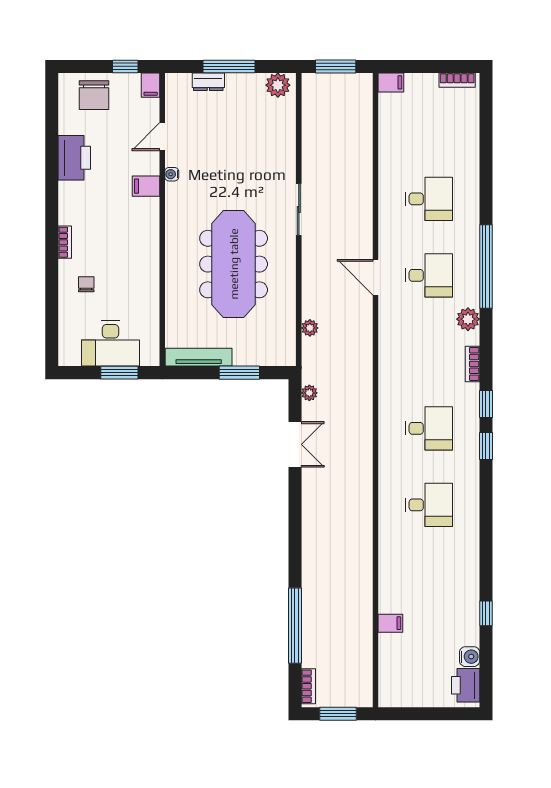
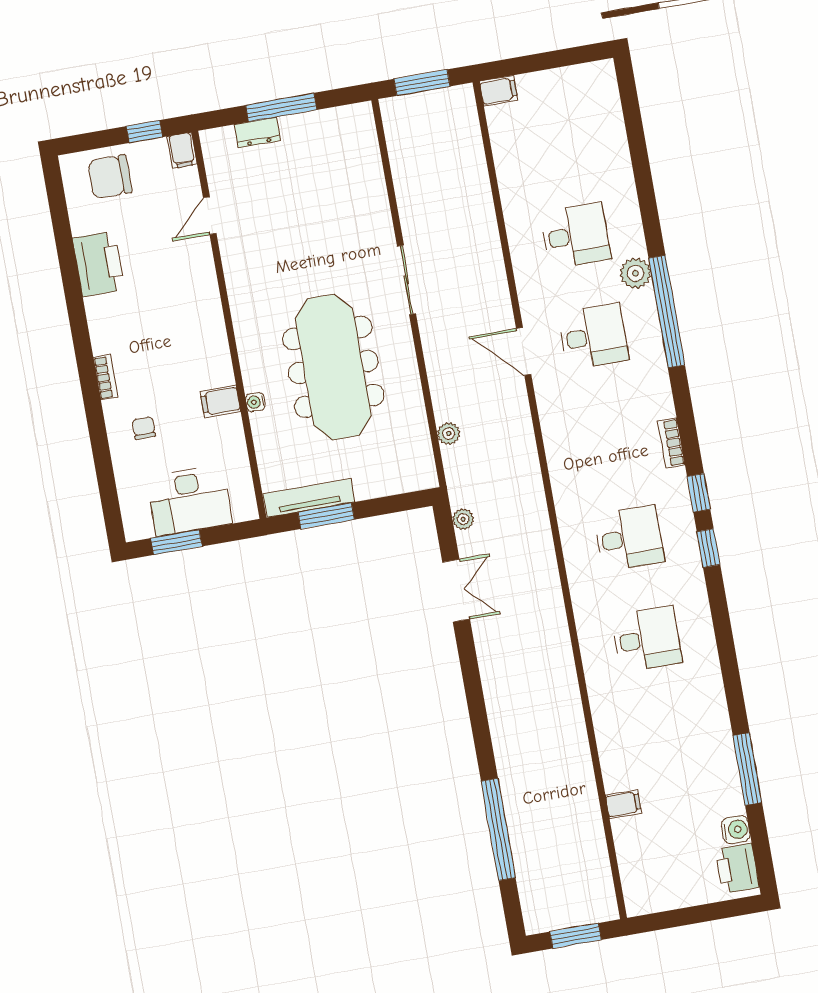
bookcase: (457, 80) -> (585, 72), removed
plant: (278, 85) -> (350, 121), removed
chair: (94, 95) -> (110, 177), turned 90
water cooler: (172, 174) -> (255, 402), moved
filing cabinet: (146, 186) -> (220, 401), moved
plant: (468, 319) -> (635, 273), moved
window: (119, 373) -> (176, 542), moved
window: (239, 373) -> (326, 516), moved
window: (486, 613) -> (747, 769), width x2.17
bookcase: (308, 686) -> (530, 906), removed

